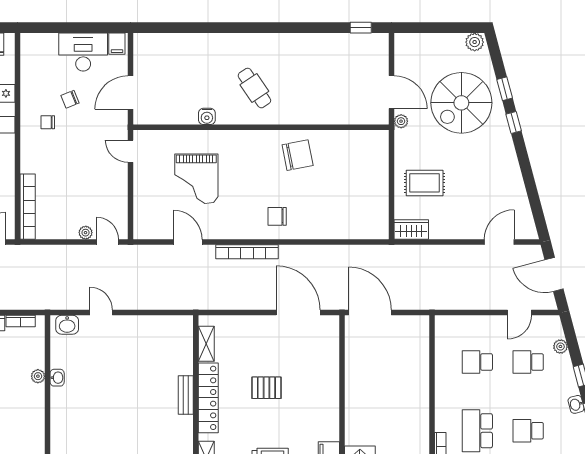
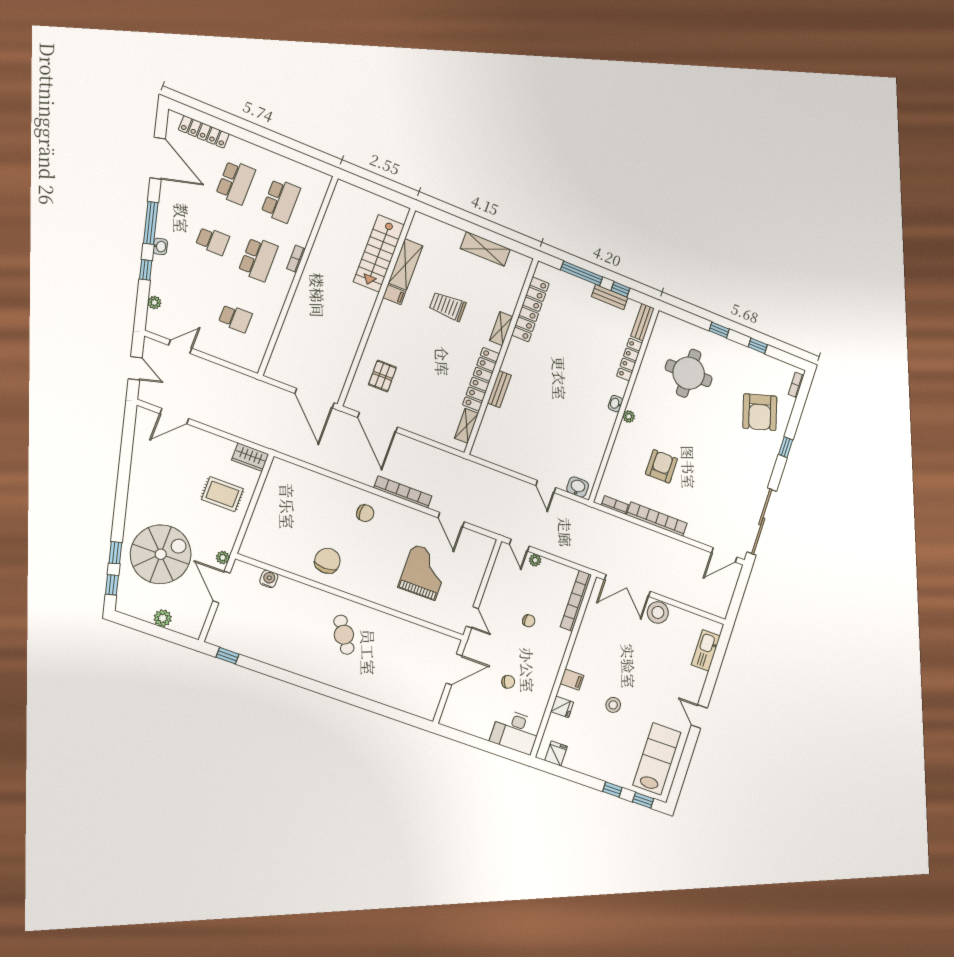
plant: (475, 42) -> (163, 618), moved
filing cabinet: (117, 44) -> (451, 717), removed
desk: (83, 52) -> (516, 731), moved
water cooler: (207, 116) -> (269, 579), moved
chair: (48, 122) -> (529, 621), moved
window: (514, 122) -> (112, 585), moved
chair: (298, 155) -> (327, 561), turned 101
door: (554, 274) -> (135, 368), width x0.73
school desk: (528, 362) -> (189, 300), removed
plant: (38, 376) -> (629, 417), moved
washbasin: (57, 378) -> (615, 404), moved
pallet: (266, 388) -> (382, 376), moved, turned 90

